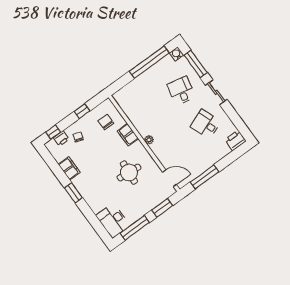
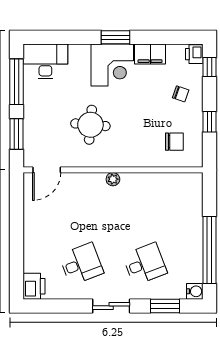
window: (196, 64) -> (165, 306), width x0.69
desk: (181, 91) -> (145, 264), turned -33
filing cabinet: (128, 135) -> (138, 158), removed
printer: (61, 138) -> (194, 54), moved
window: (205, 177) -> (17, 215), removed
corner desk: (89, 184) -> (112, 65), added

